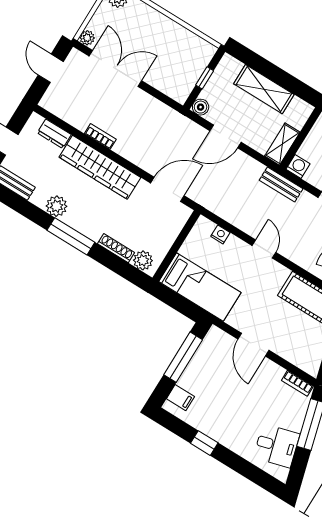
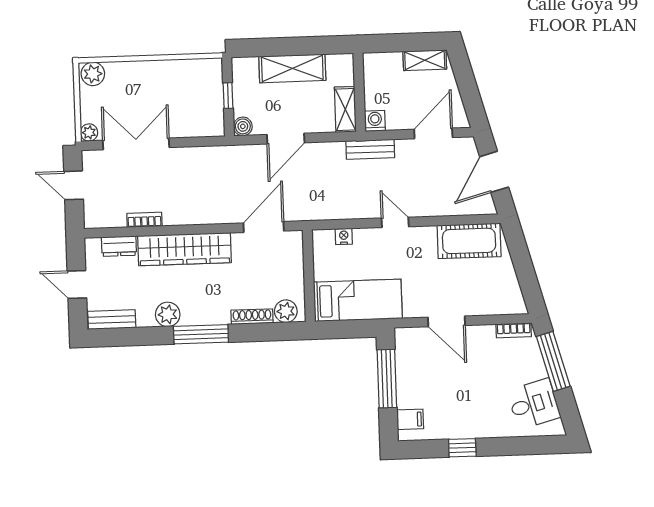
bookcase: (100, 136) -> (144, 220), moved

